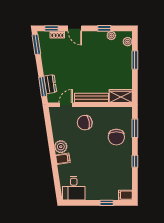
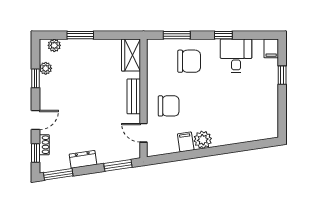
dresser: (50, 84) -> (83, 159), moved
bench: (91, 98) -> (134, 96), width x0.73
chair: (85, 123) -> (169, 106), turned -81
filing cabinet: (63, 159) -> (186, 142), moved
desk: (74, 188) -> (236, 56), moved, turned -90

